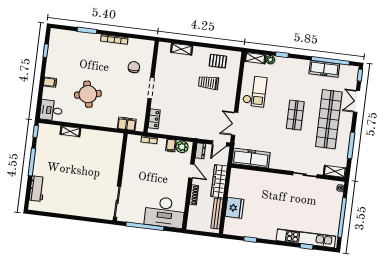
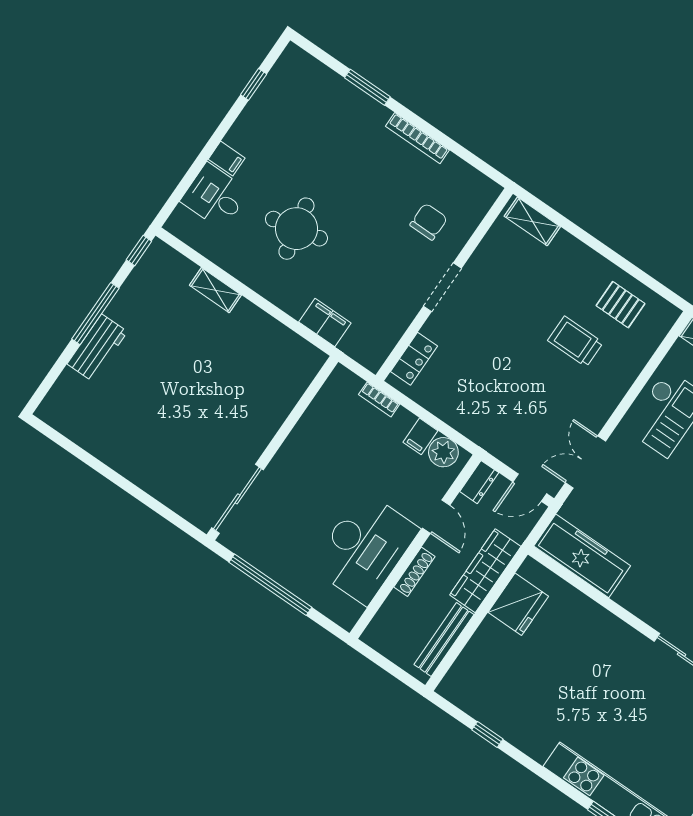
shelving: (182, 49) -> (532, 221), moved
desk: (51, 110) -> (215, 196), moved
filing cabinet: (127, 124) -> (325, 322), moved
workbench: (37, 189) -> (97, 348), moved
fridge: (234, 208) -> (518, 604), moved
desk: (165, 212) -> (365, 548), moved, turned -90

